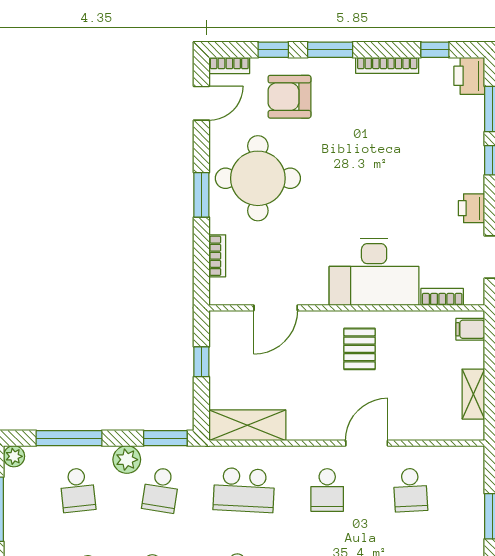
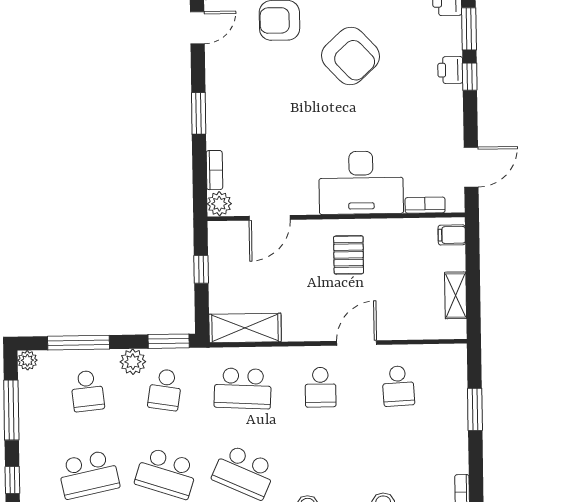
armchair: (365, 136) -> (351, 56), added
round table: (258, 178) -> (251, 97), removed
printer: (471, 208) -> (450, 70), moved
plant: (222, 292) -> (219, 204), added

